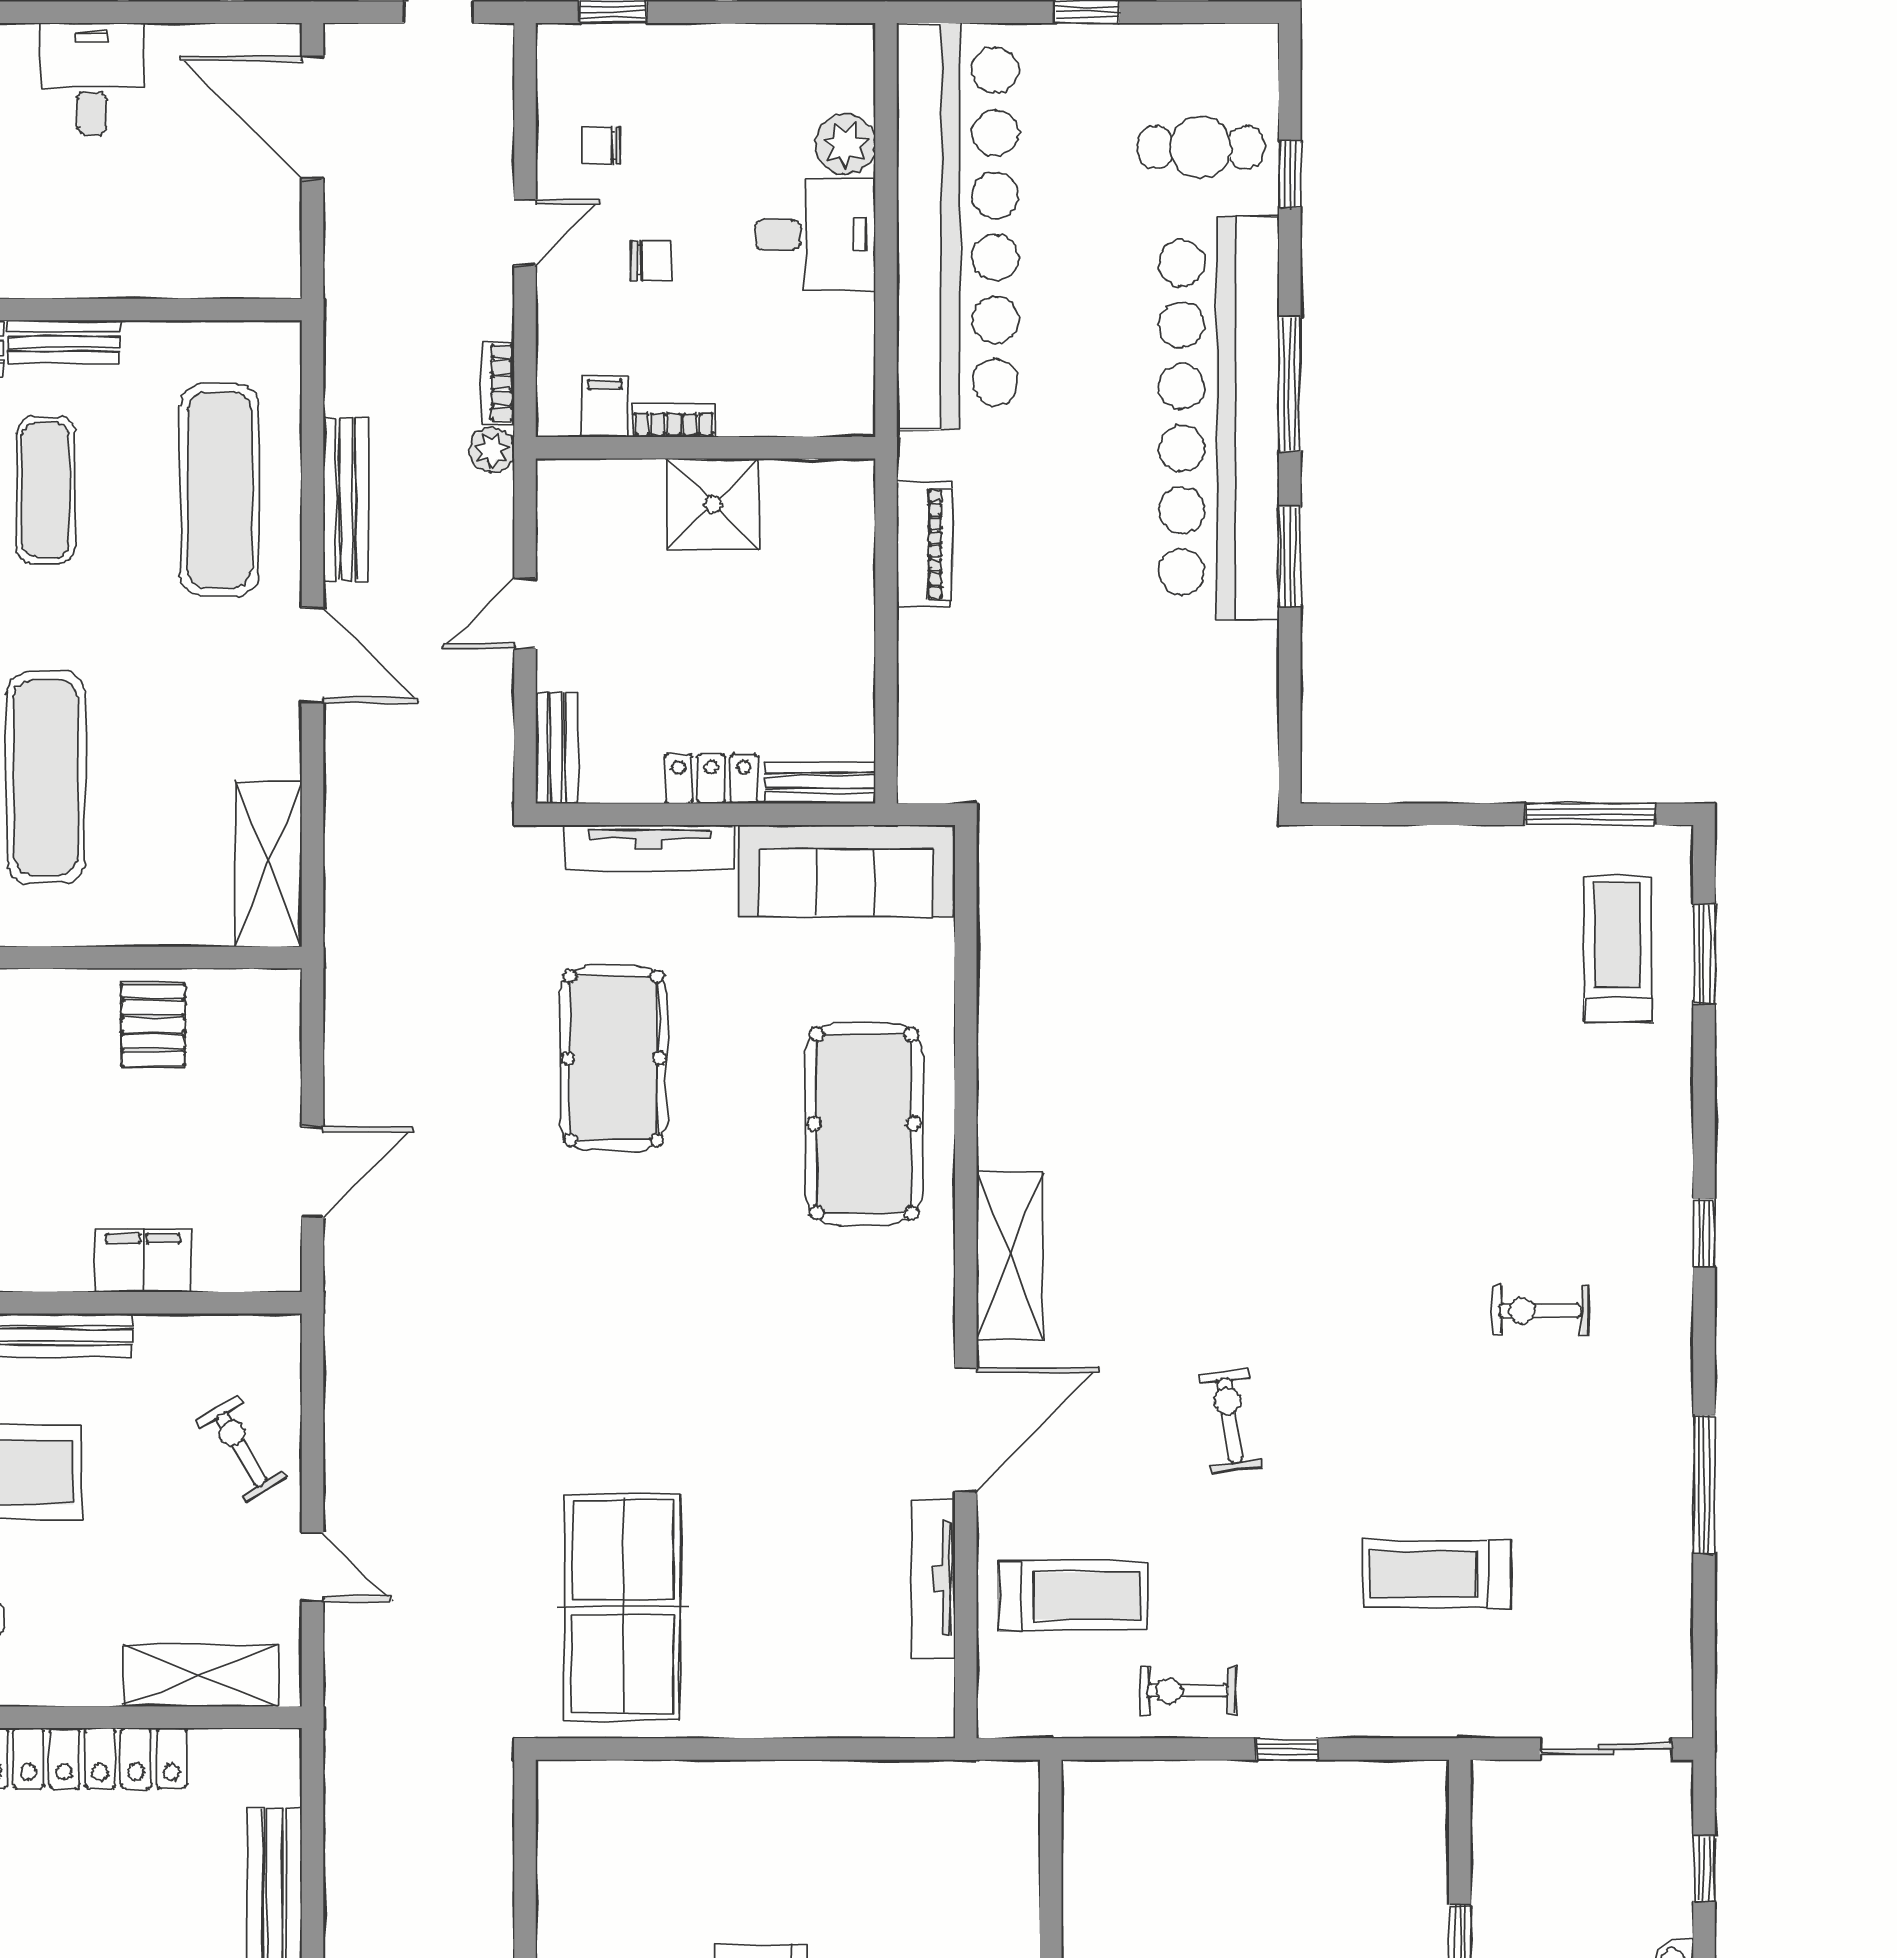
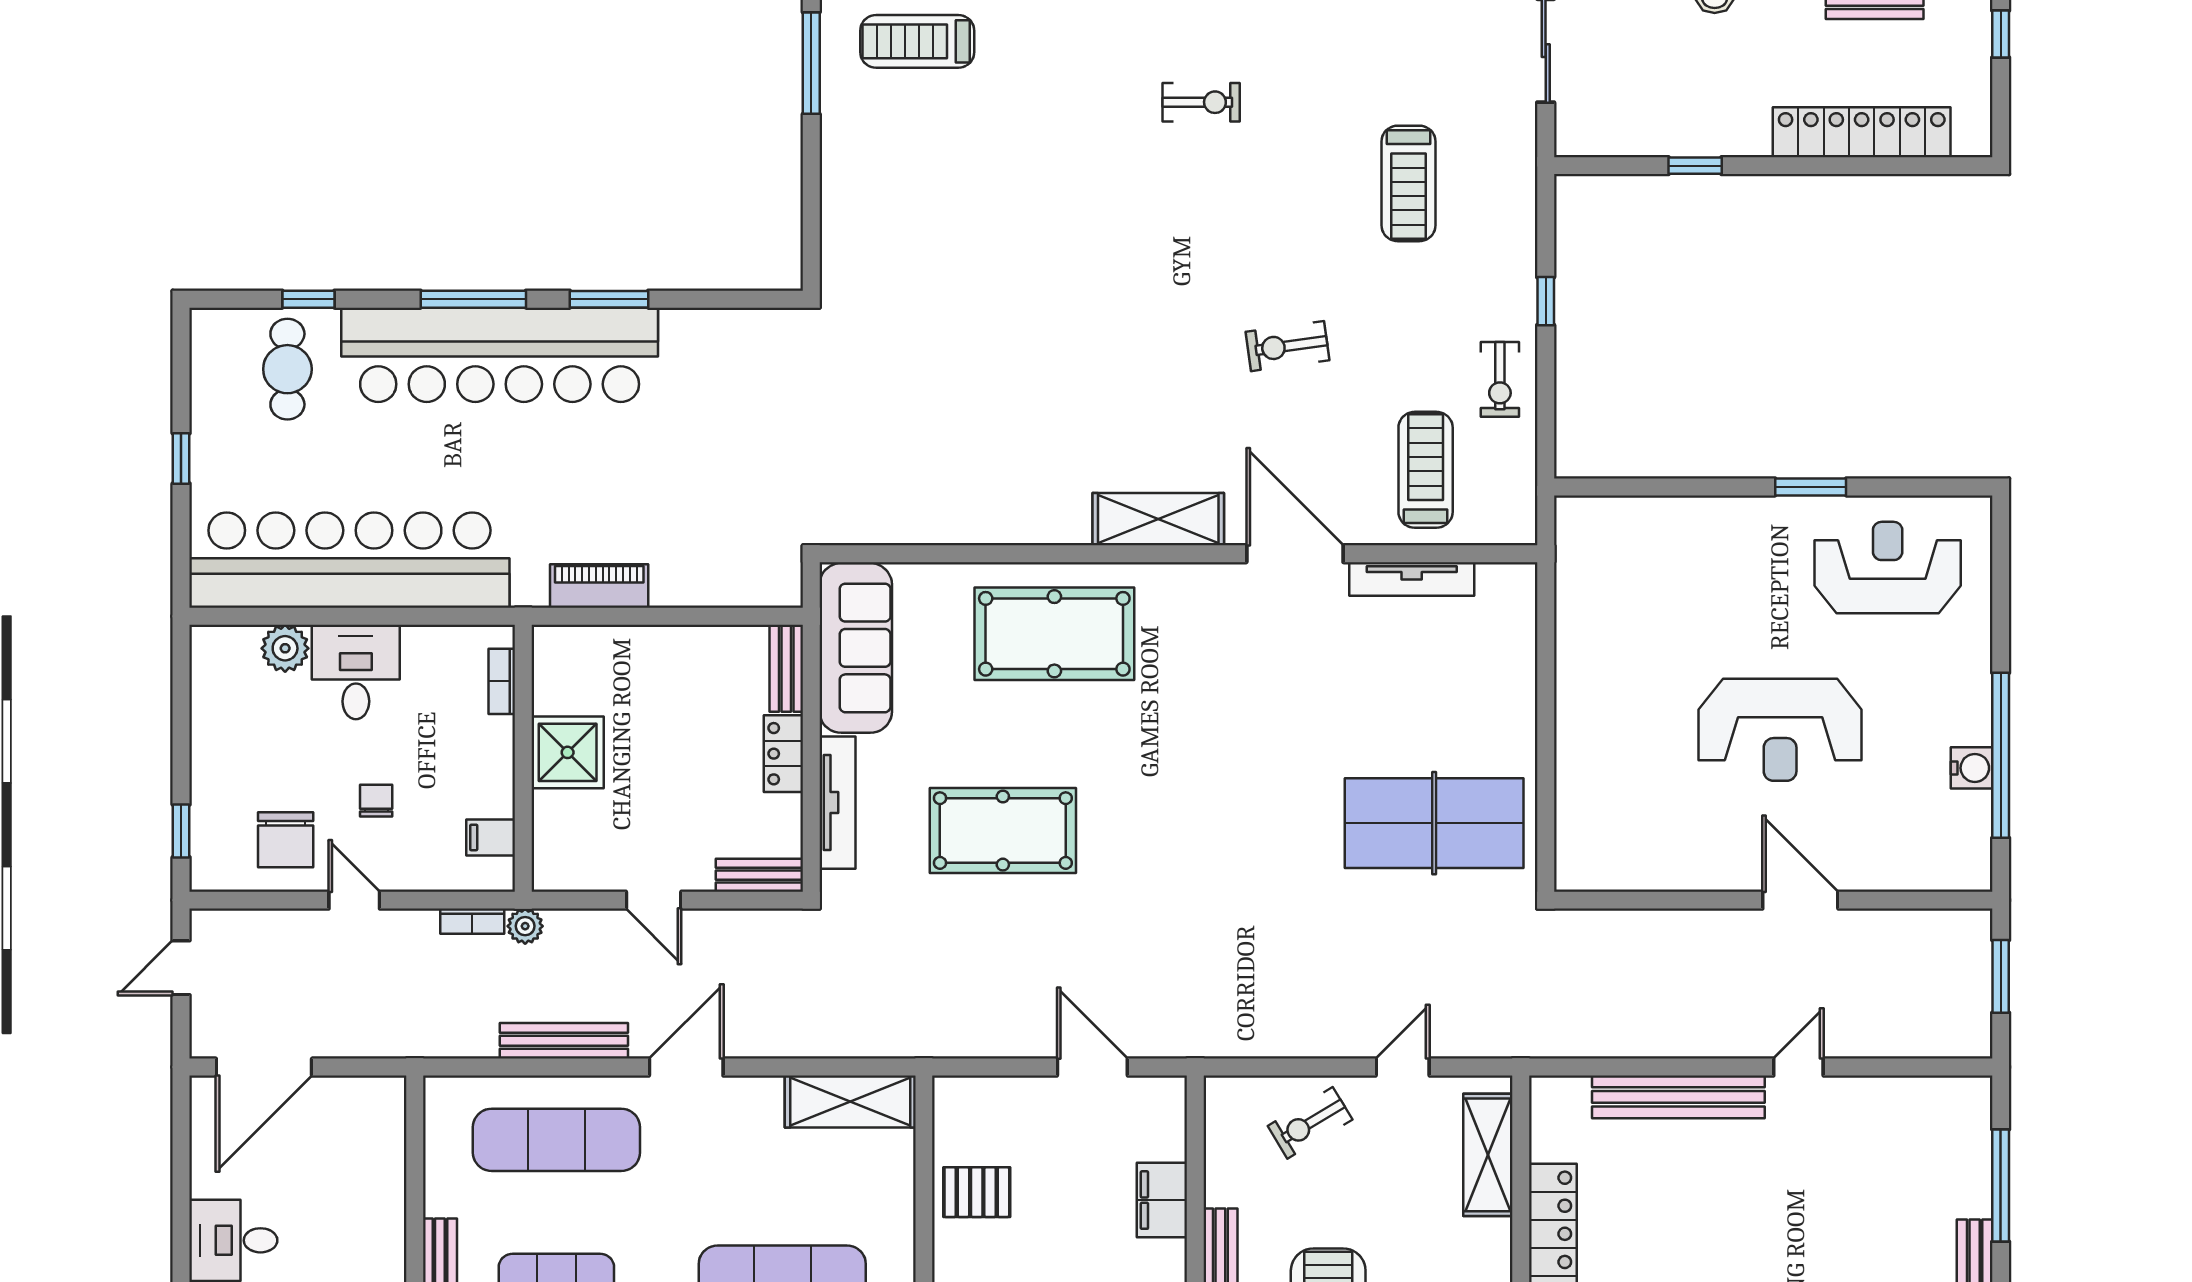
chair: (602, 145) -> (286, 840), width x1.87, depth x1.87
bookcase: (674, 420) -> (502, 681), moved
exercise bike: (1540, 1310) -> (1201, 102), turned -90

